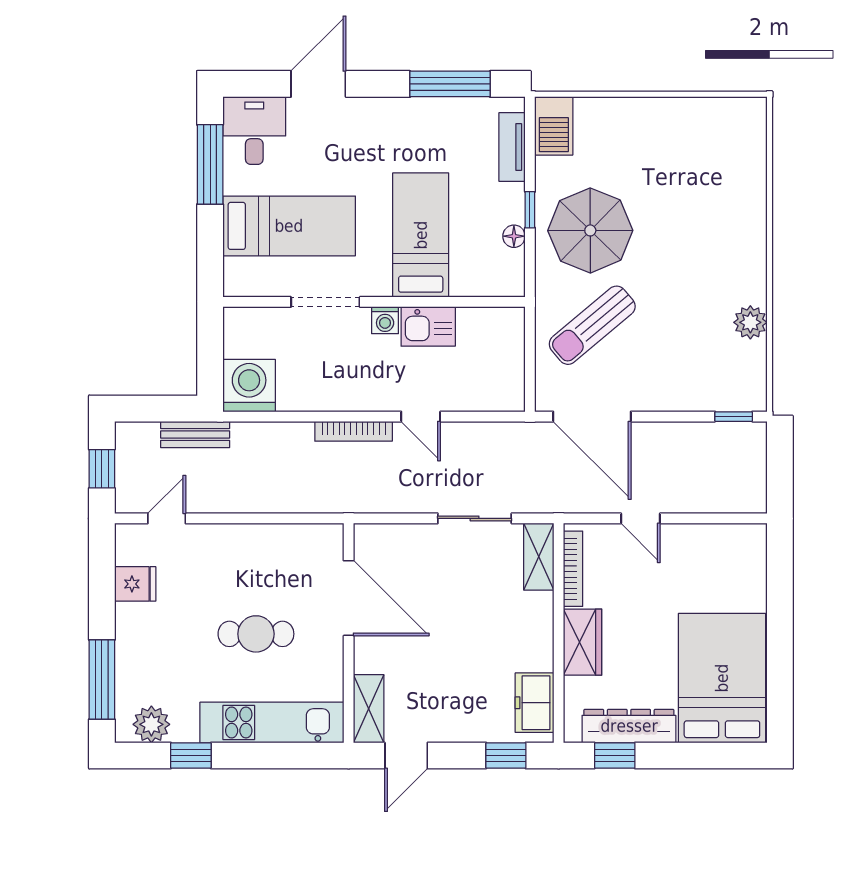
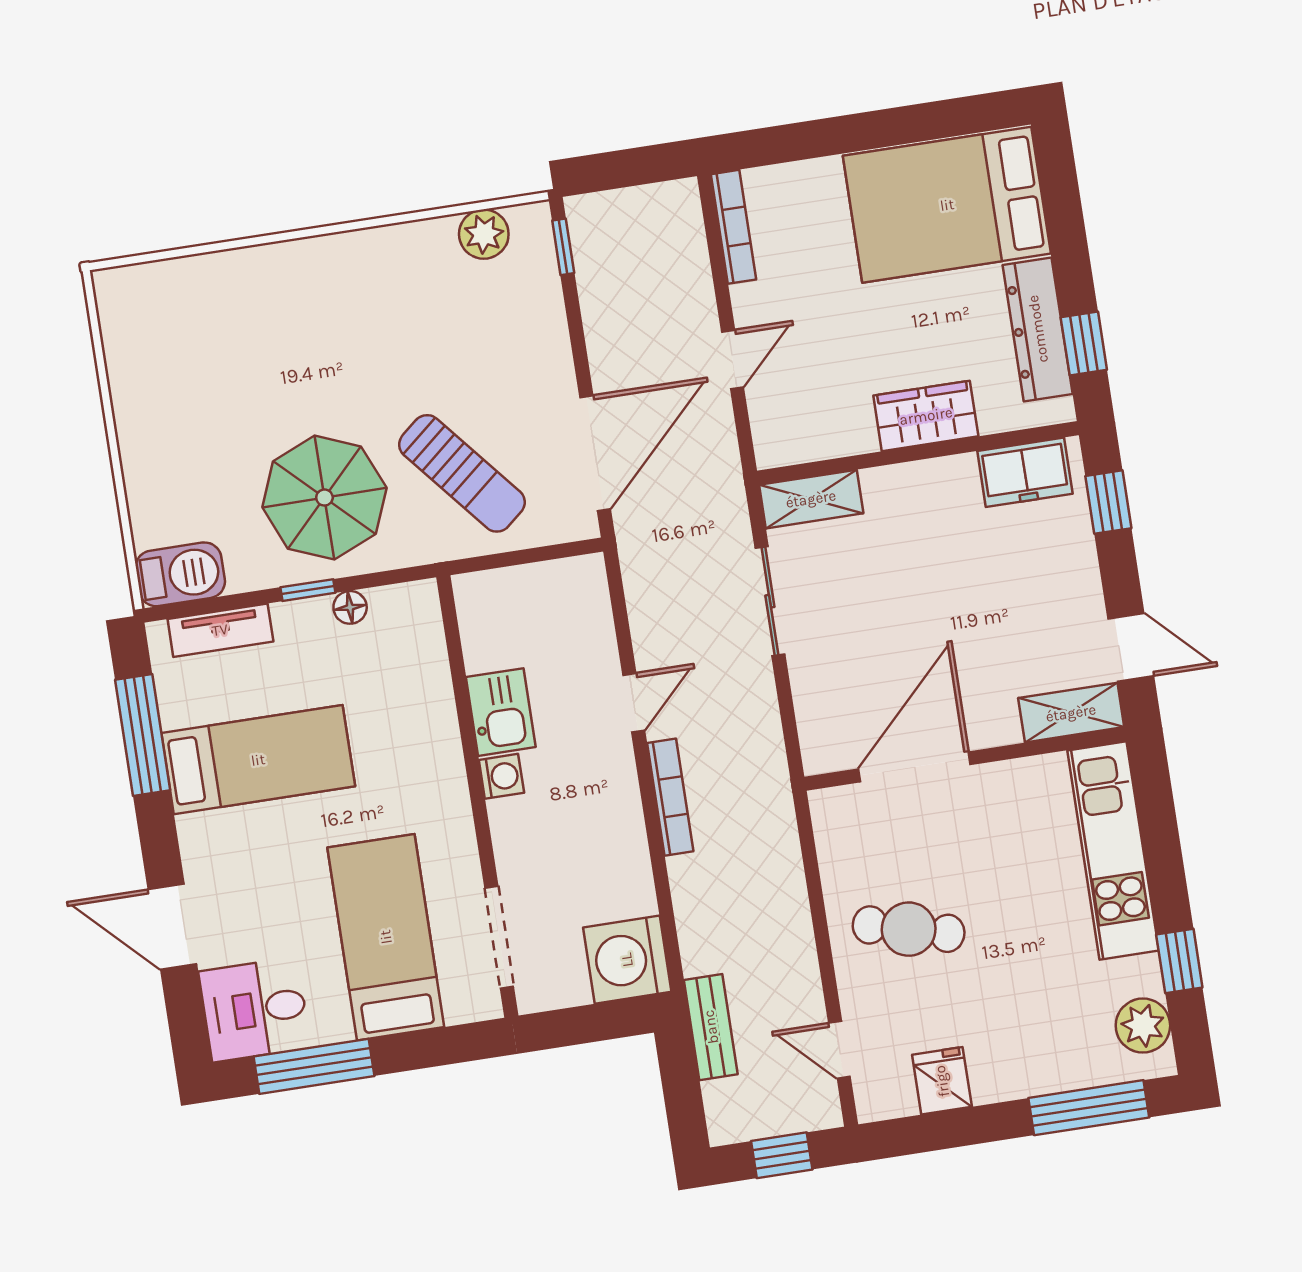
bed: (421, 235) -> (258, 760), moved, turned 180
doorway: (325, 302) -> (499, 937), moved
plant: (750, 322) -> (484, 234), moved
bookcase: (573, 569) -> (734, 227), moved, turned 90
cafe table: (256, 634) -> (909, 929), moved, turned -75

